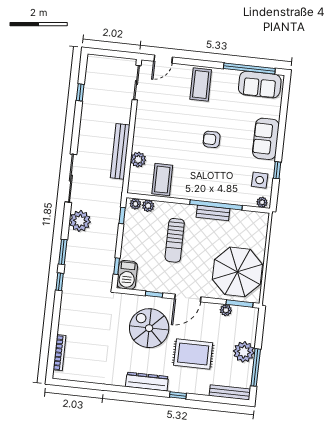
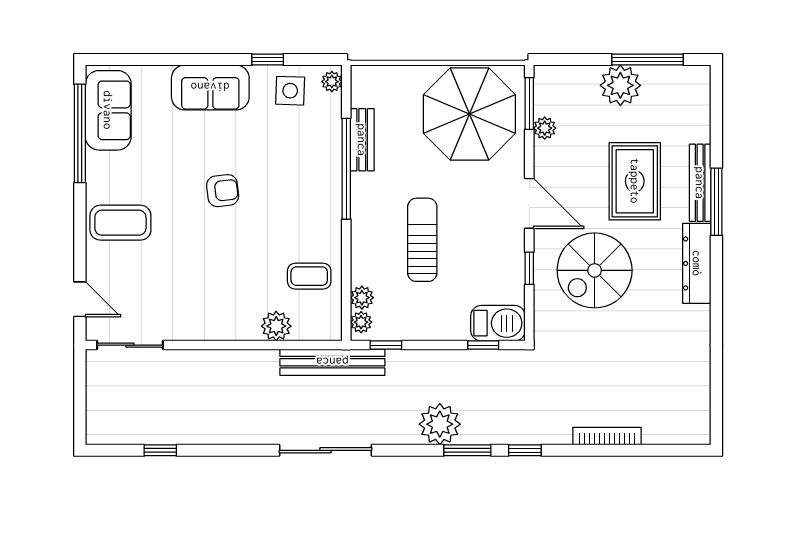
armchair: (212, 139) -> (223, 191), turned -97
bench: (120, 151) -> (332, 362), moved
coffee table: (162, 180) -> (309, 276), width x0.73, depth x0.77
bench: (213, 213) -> (362, 140), moved
plant: (80, 221) -> (440, 424), moved
sun lounger: (175, 240) -> (422, 240), turned -90
bookcase: (59, 353) -> (607, 436), moved
bench: (230, 392) -> (700, 183), moved
window: (178, 395) -> (716, 202), width x2.17

